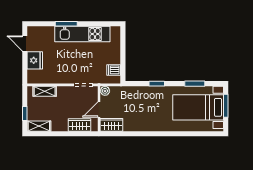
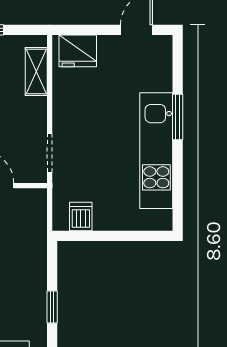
fridge: (35, 60) -> (78, 51), moved
plant: (105, 91) -> (37, 198), removed

